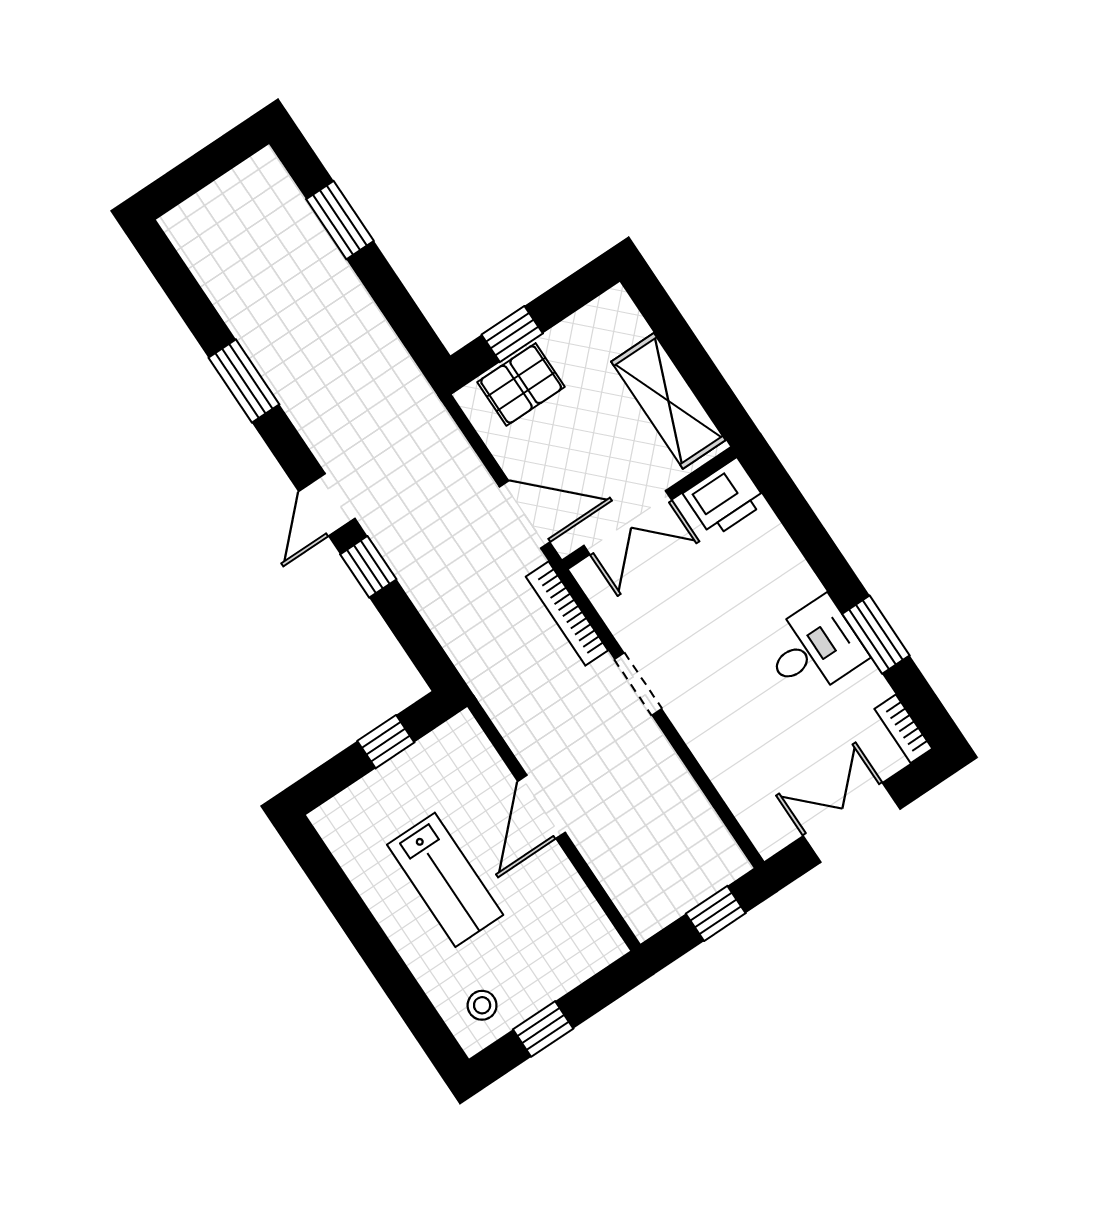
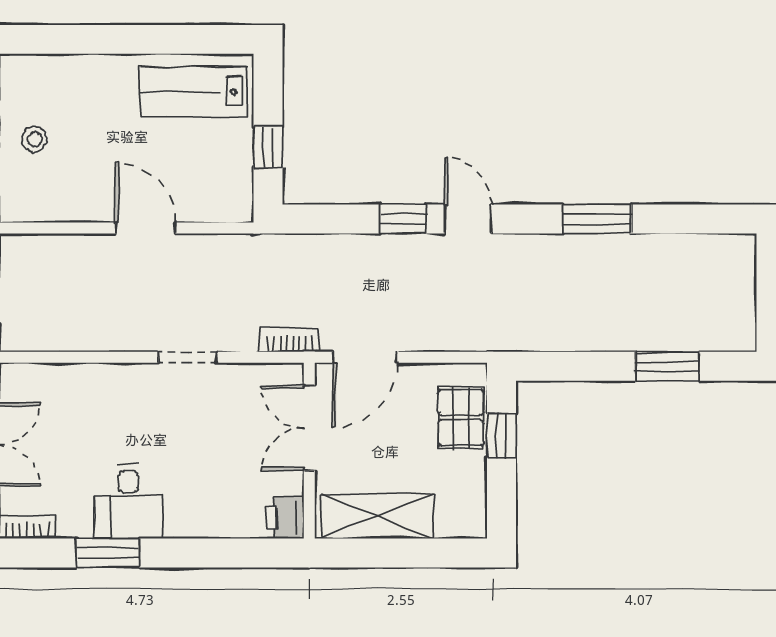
printer: (725, 498) -> (285, 518), width x0.73, depth x0.81
bookcase: (567, 613) -> (290, 340), width x0.64
lab bench: (445, 880) -> (194, 92), moved
stool: (482, 1005) -> (34, 139), moved

